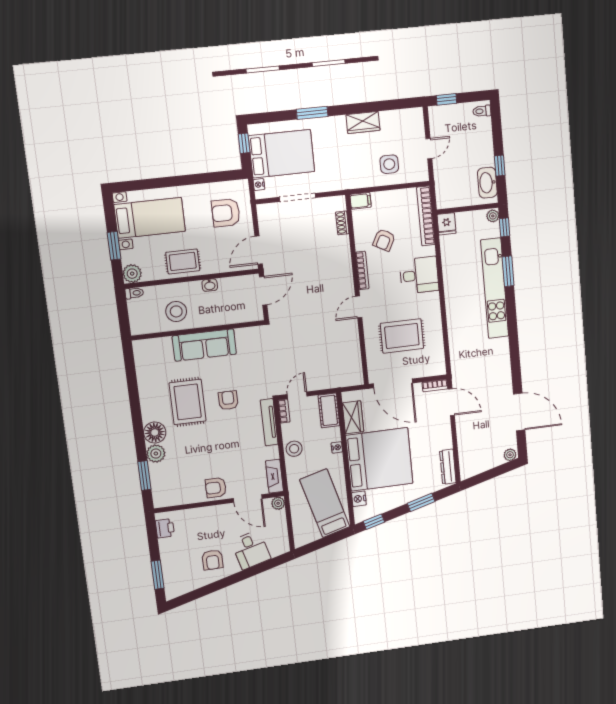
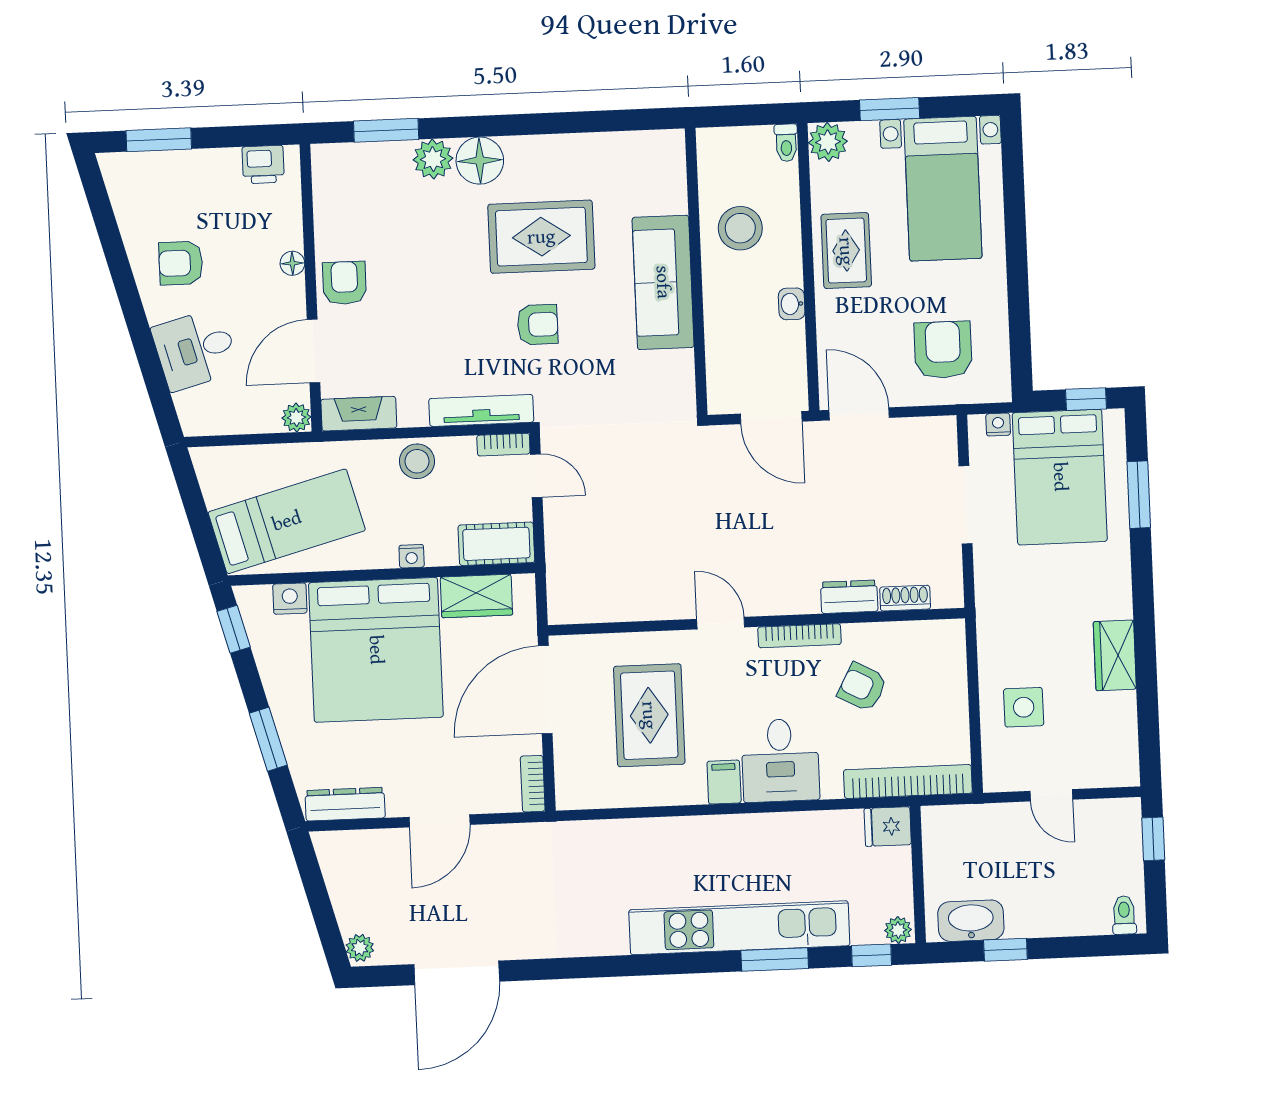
window: (312, 113) -> (1139, 495), moved
filing cabinet: (361, 201) -> (724, 782), moved, turned 180
dresser: (343, 249) -> (849, 597), added
door: (451, 402) -> (440, 821), moved
floor lamp: (209, 511) -> (292, 263), added

